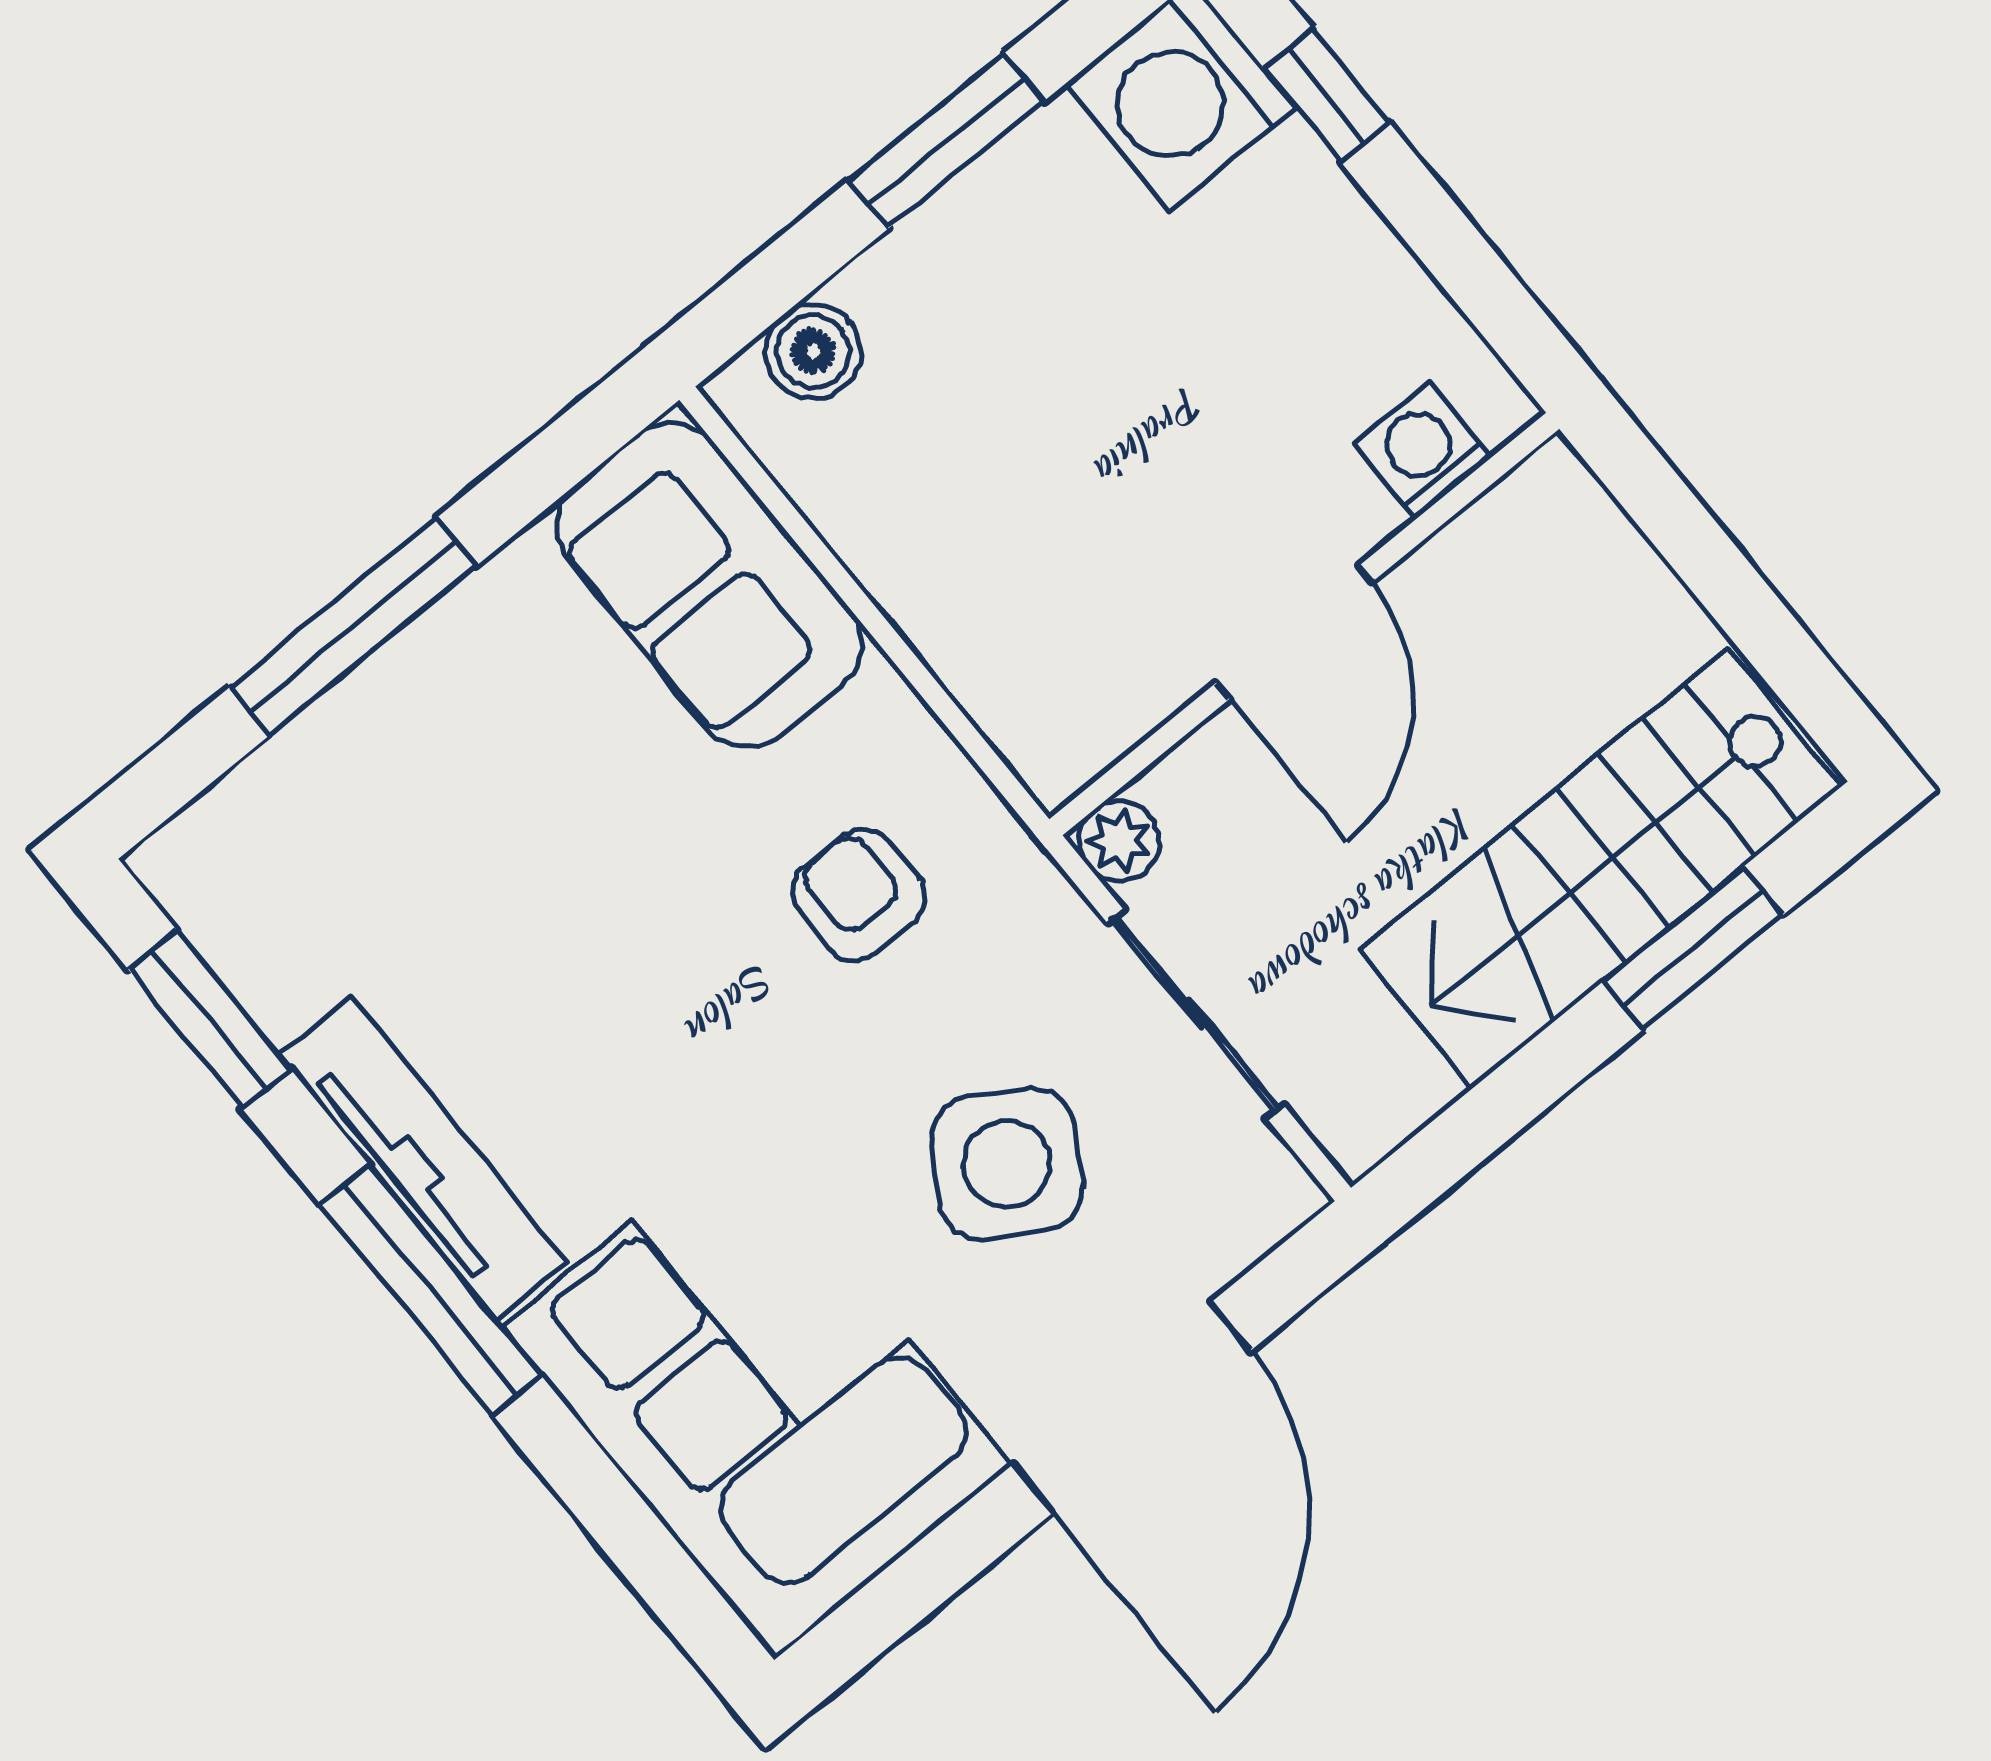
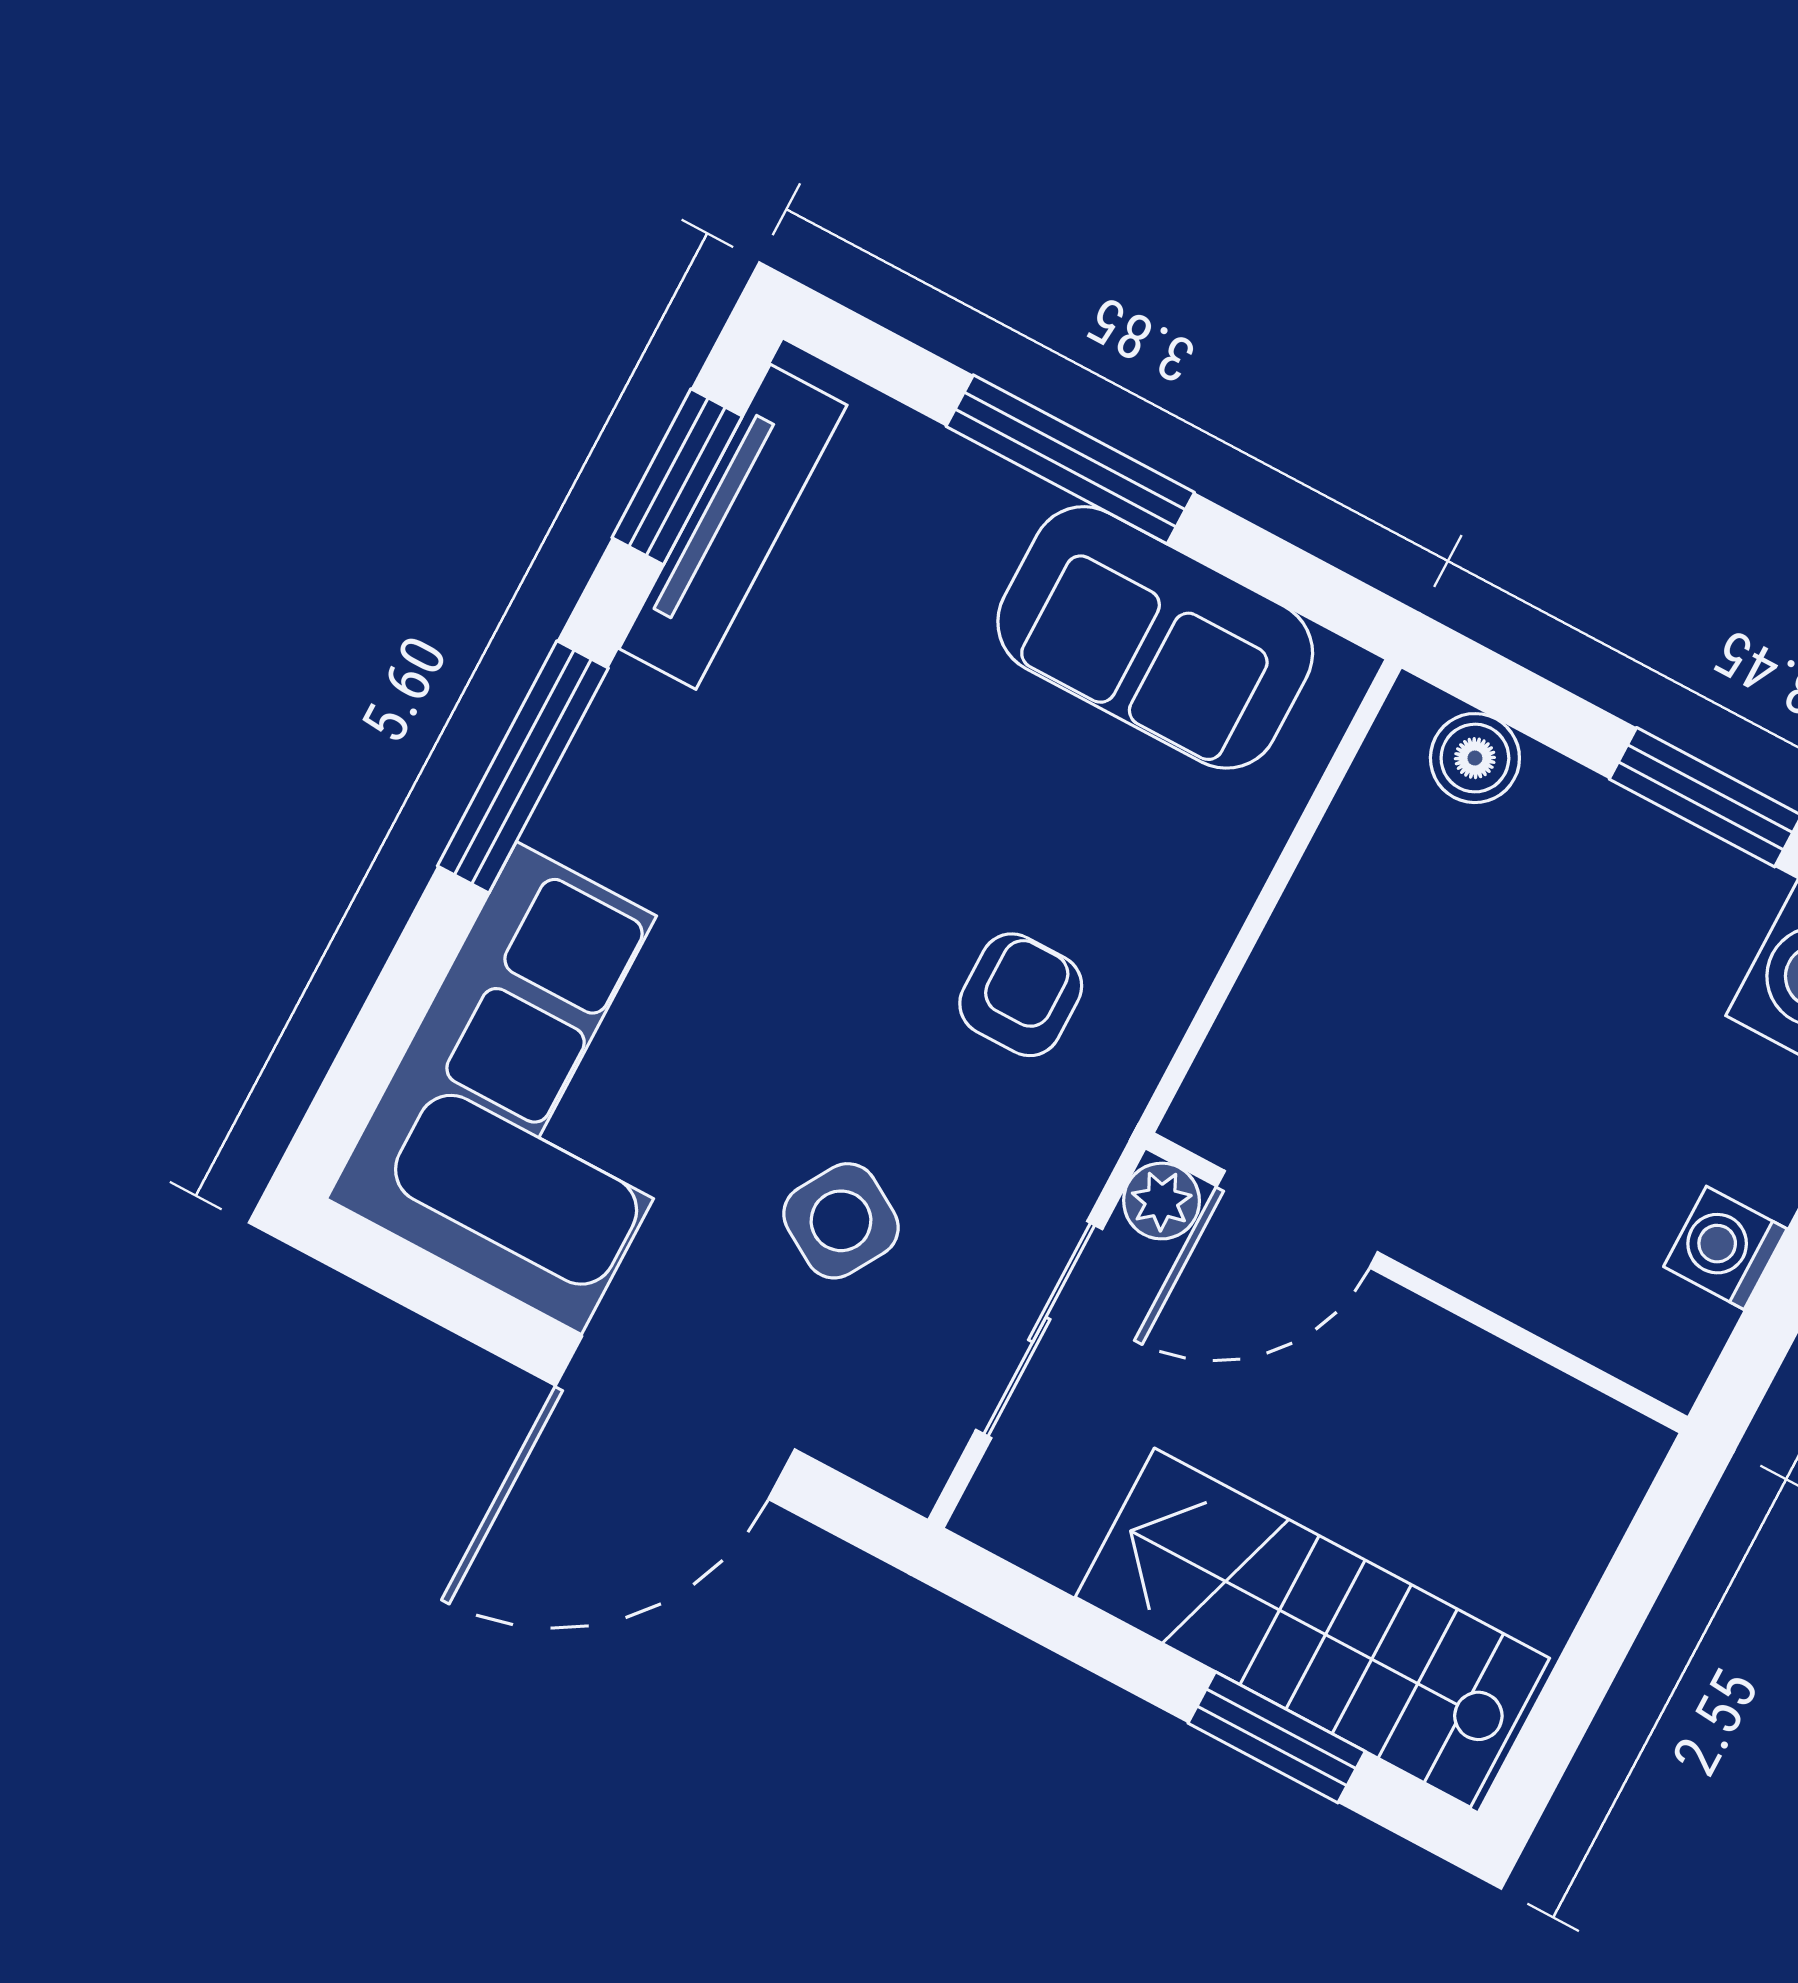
washing machine: (1423, 451) -> (1725, 1248), moved, turned -90
sofa: (709, 585) -> (1155, 637), moved, turned -90
door: (1294, 632) -> (1297, 1219), moved
tv unit: (423, 1158) -> (733, 527), moved
side table: (1007, 1164) -> (841, 1221), width x0.73, depth x0.73

